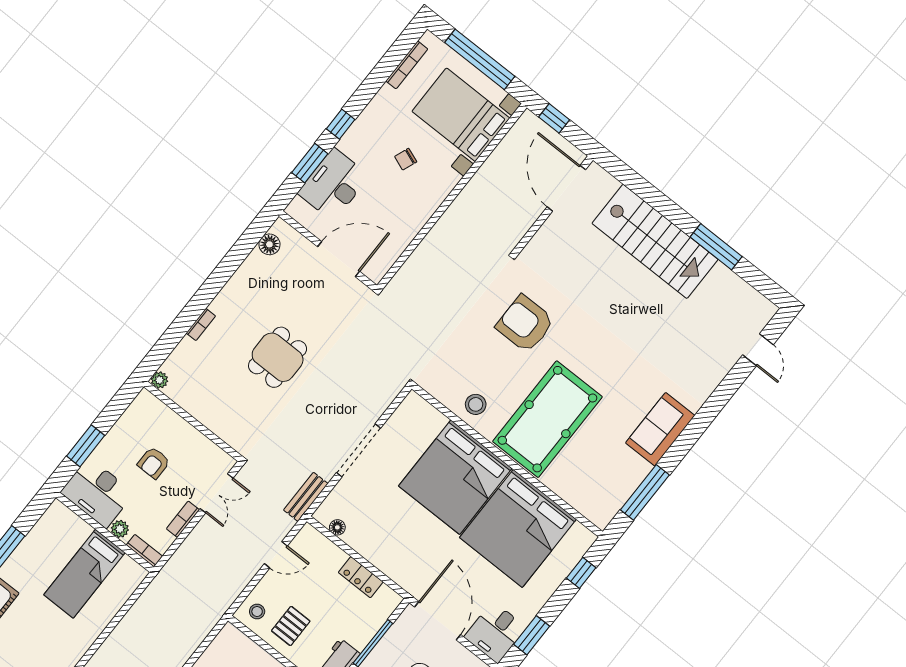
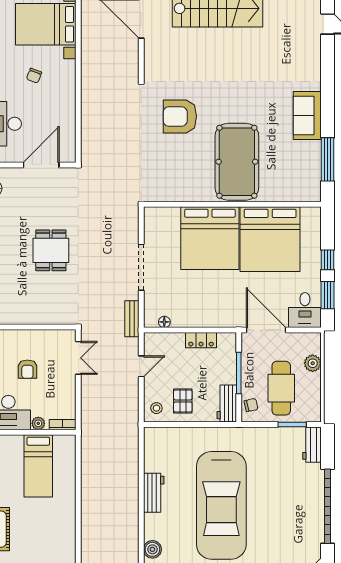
stool: (476, 404) -> (188, 186), removed
bookcase: (183, 519) -> (71, 389), removed
window: (581, 573) -> (328, 260), moved

